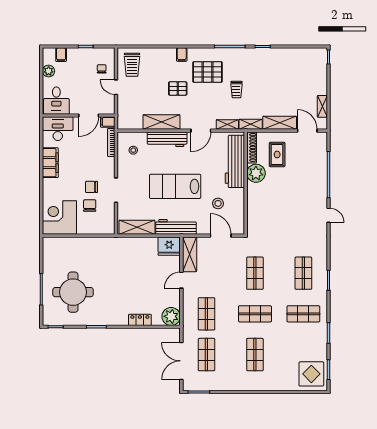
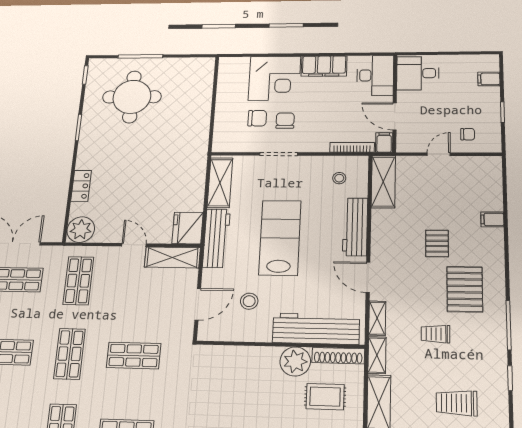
filing cabinet: (182, 55) -> (492, 219), moved
trolley: (132, 65) -> (457, 403), moved
plant: (49, 71) -> (463, 62), removed
shelving: (161, 122) -> (383, 182), moved
corner desk: (59, 218) -> (274, 78), moved, turned 90
shop shelf: (206, 314) -> (78, 281), turned 90

